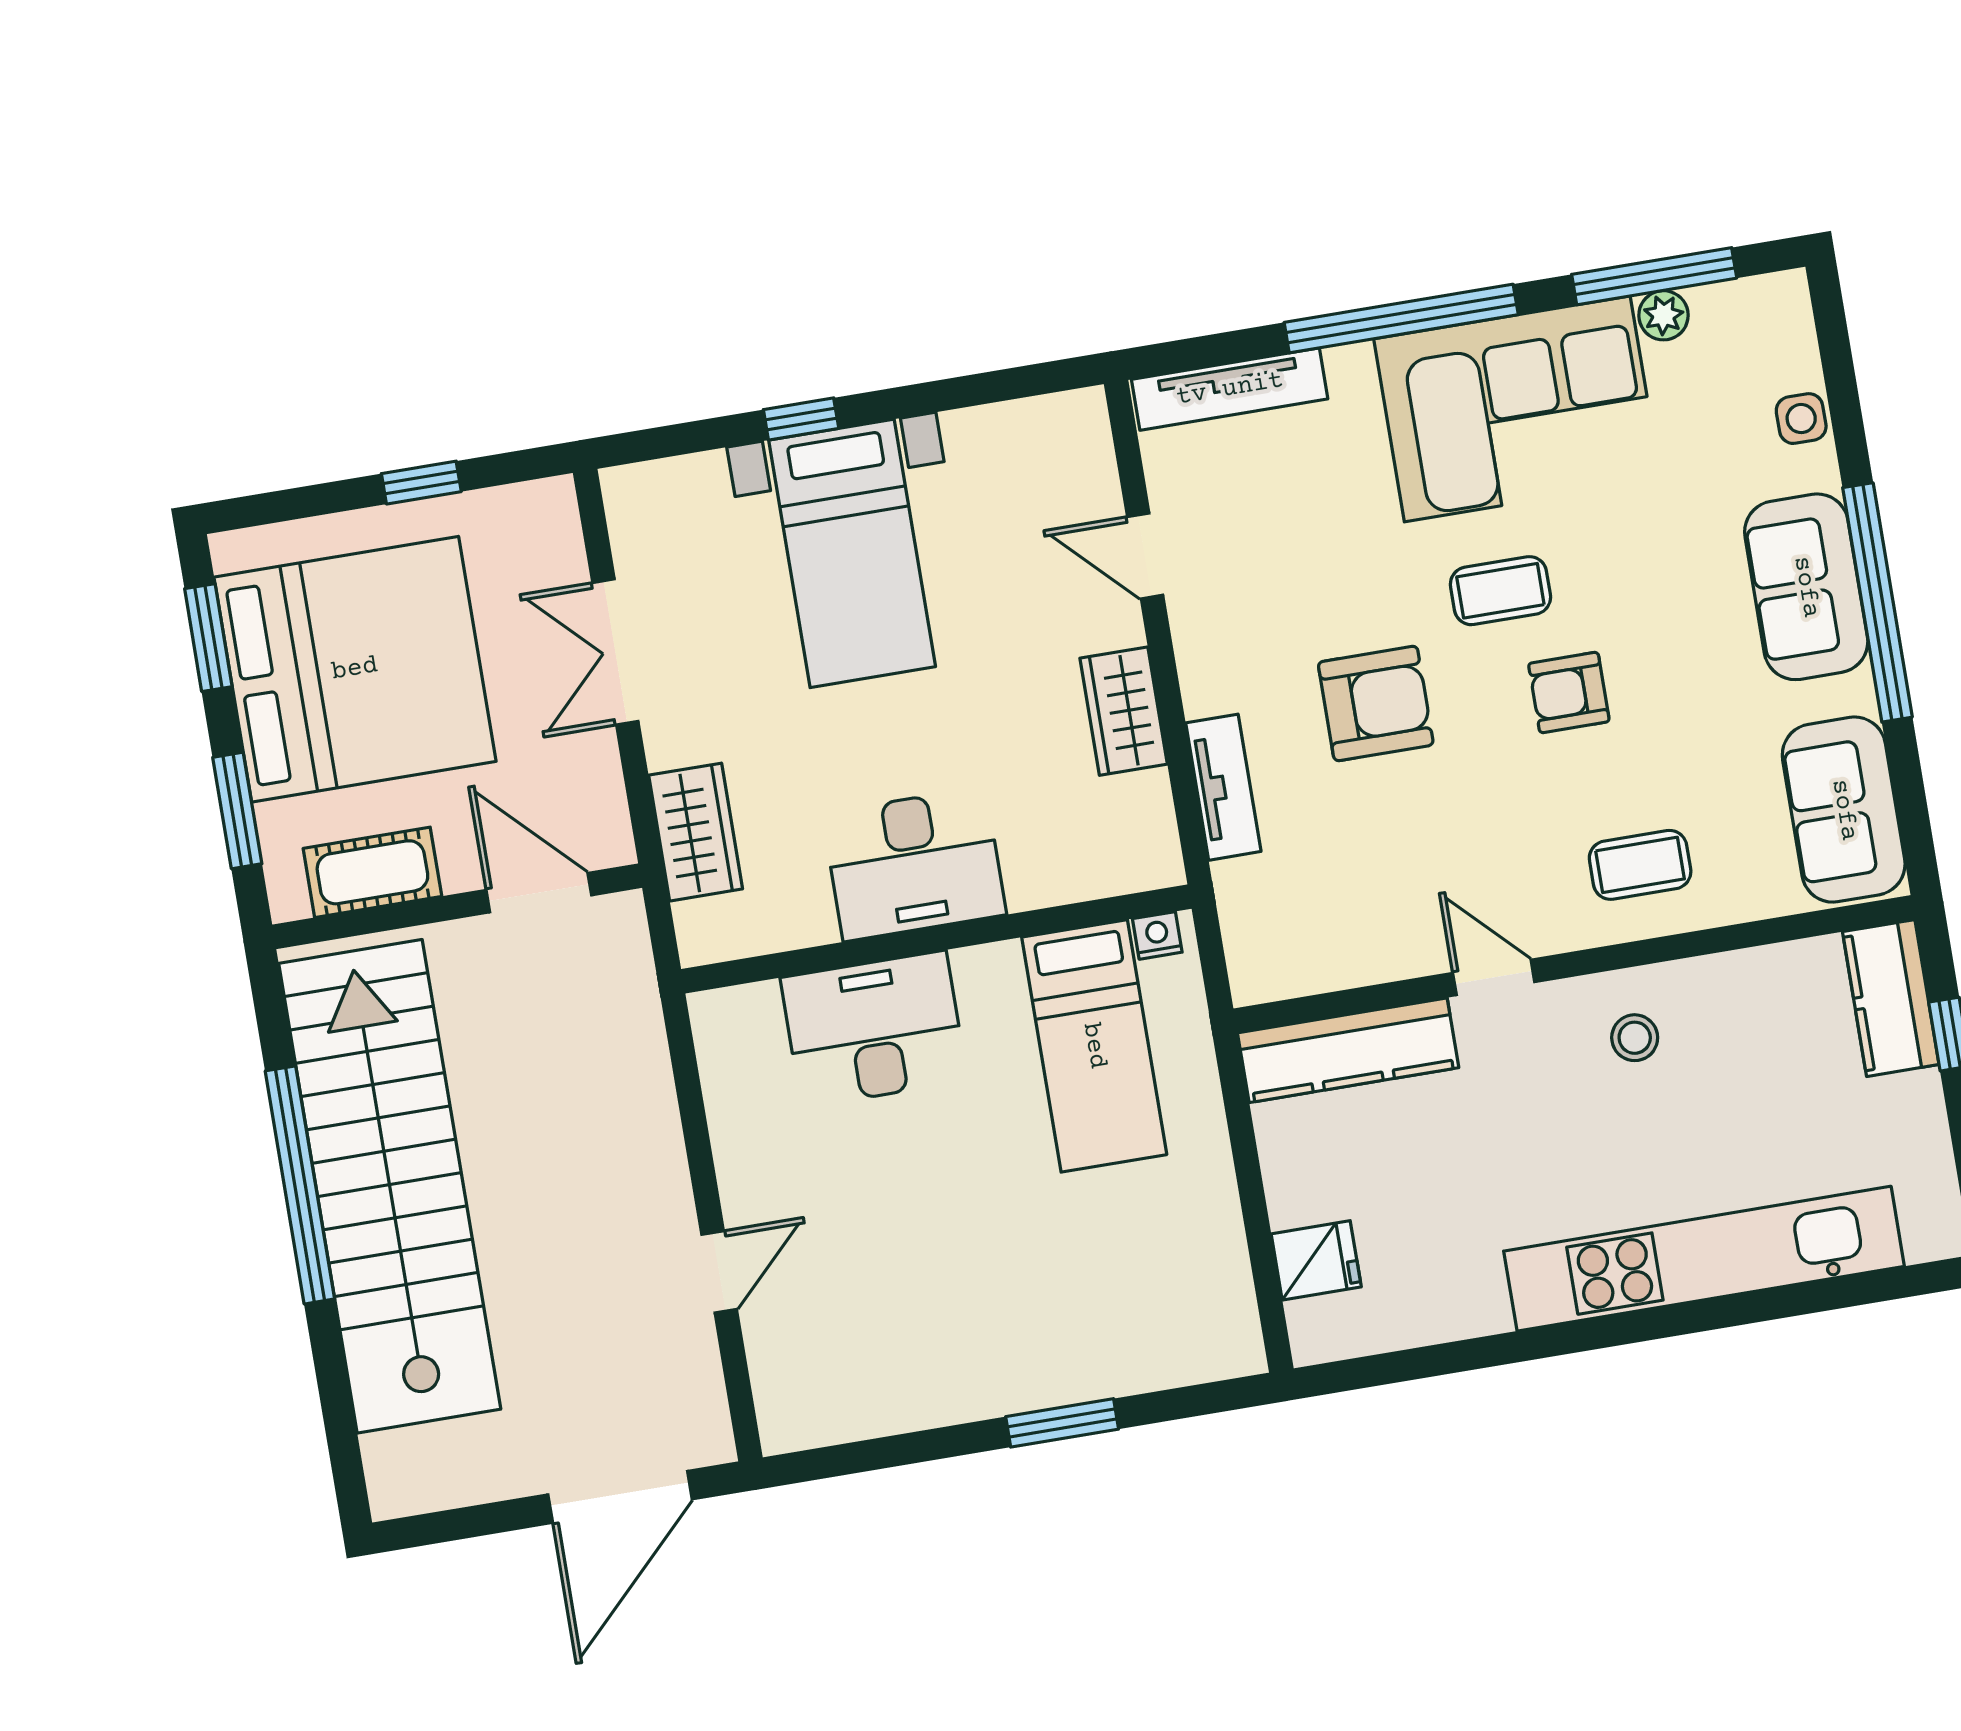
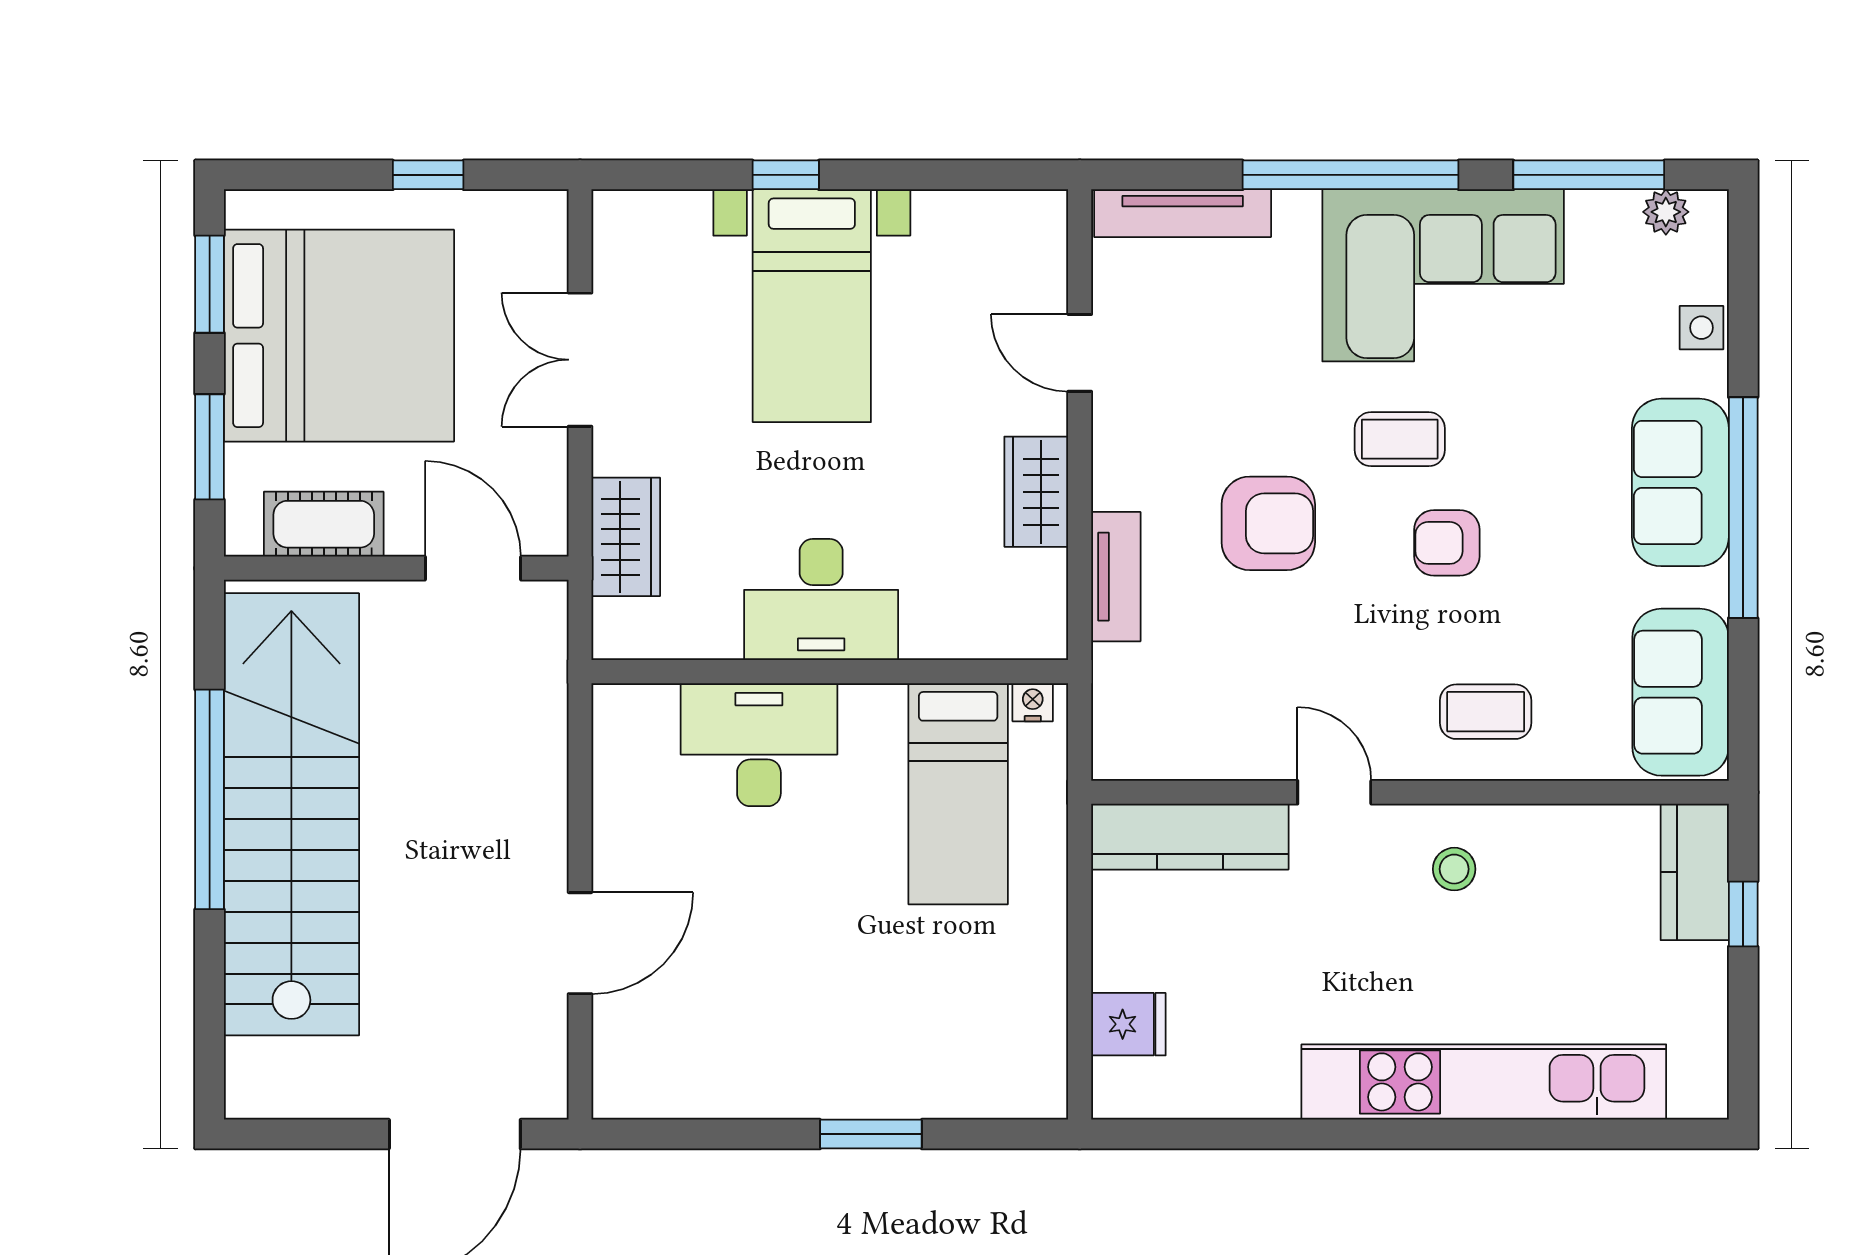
plant: (1663, 315) -> (1666, 212), moved
door: (719, 1272) -> (580, 943), width x1.38

